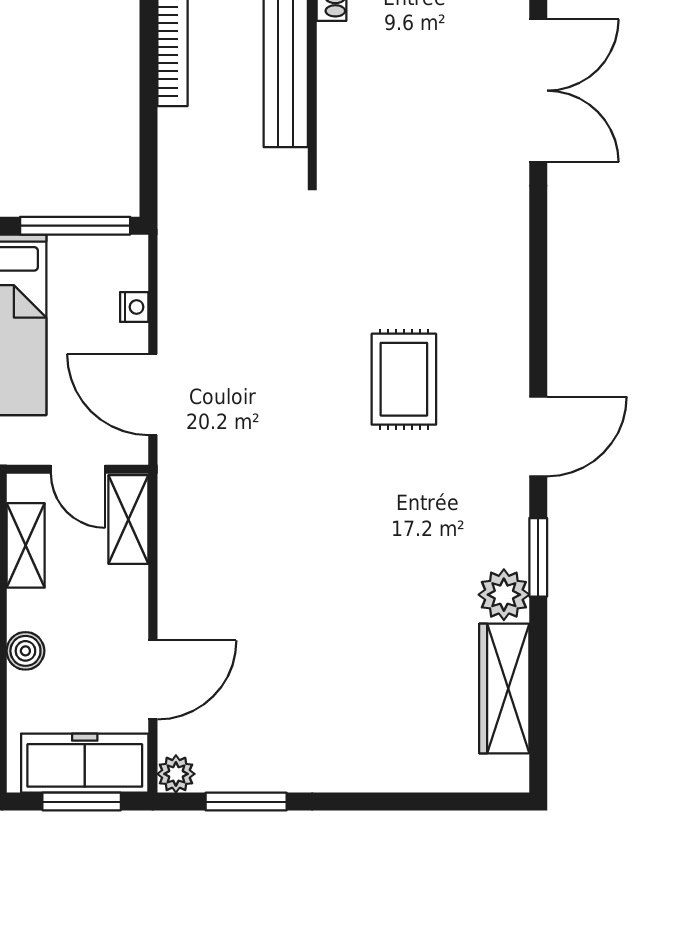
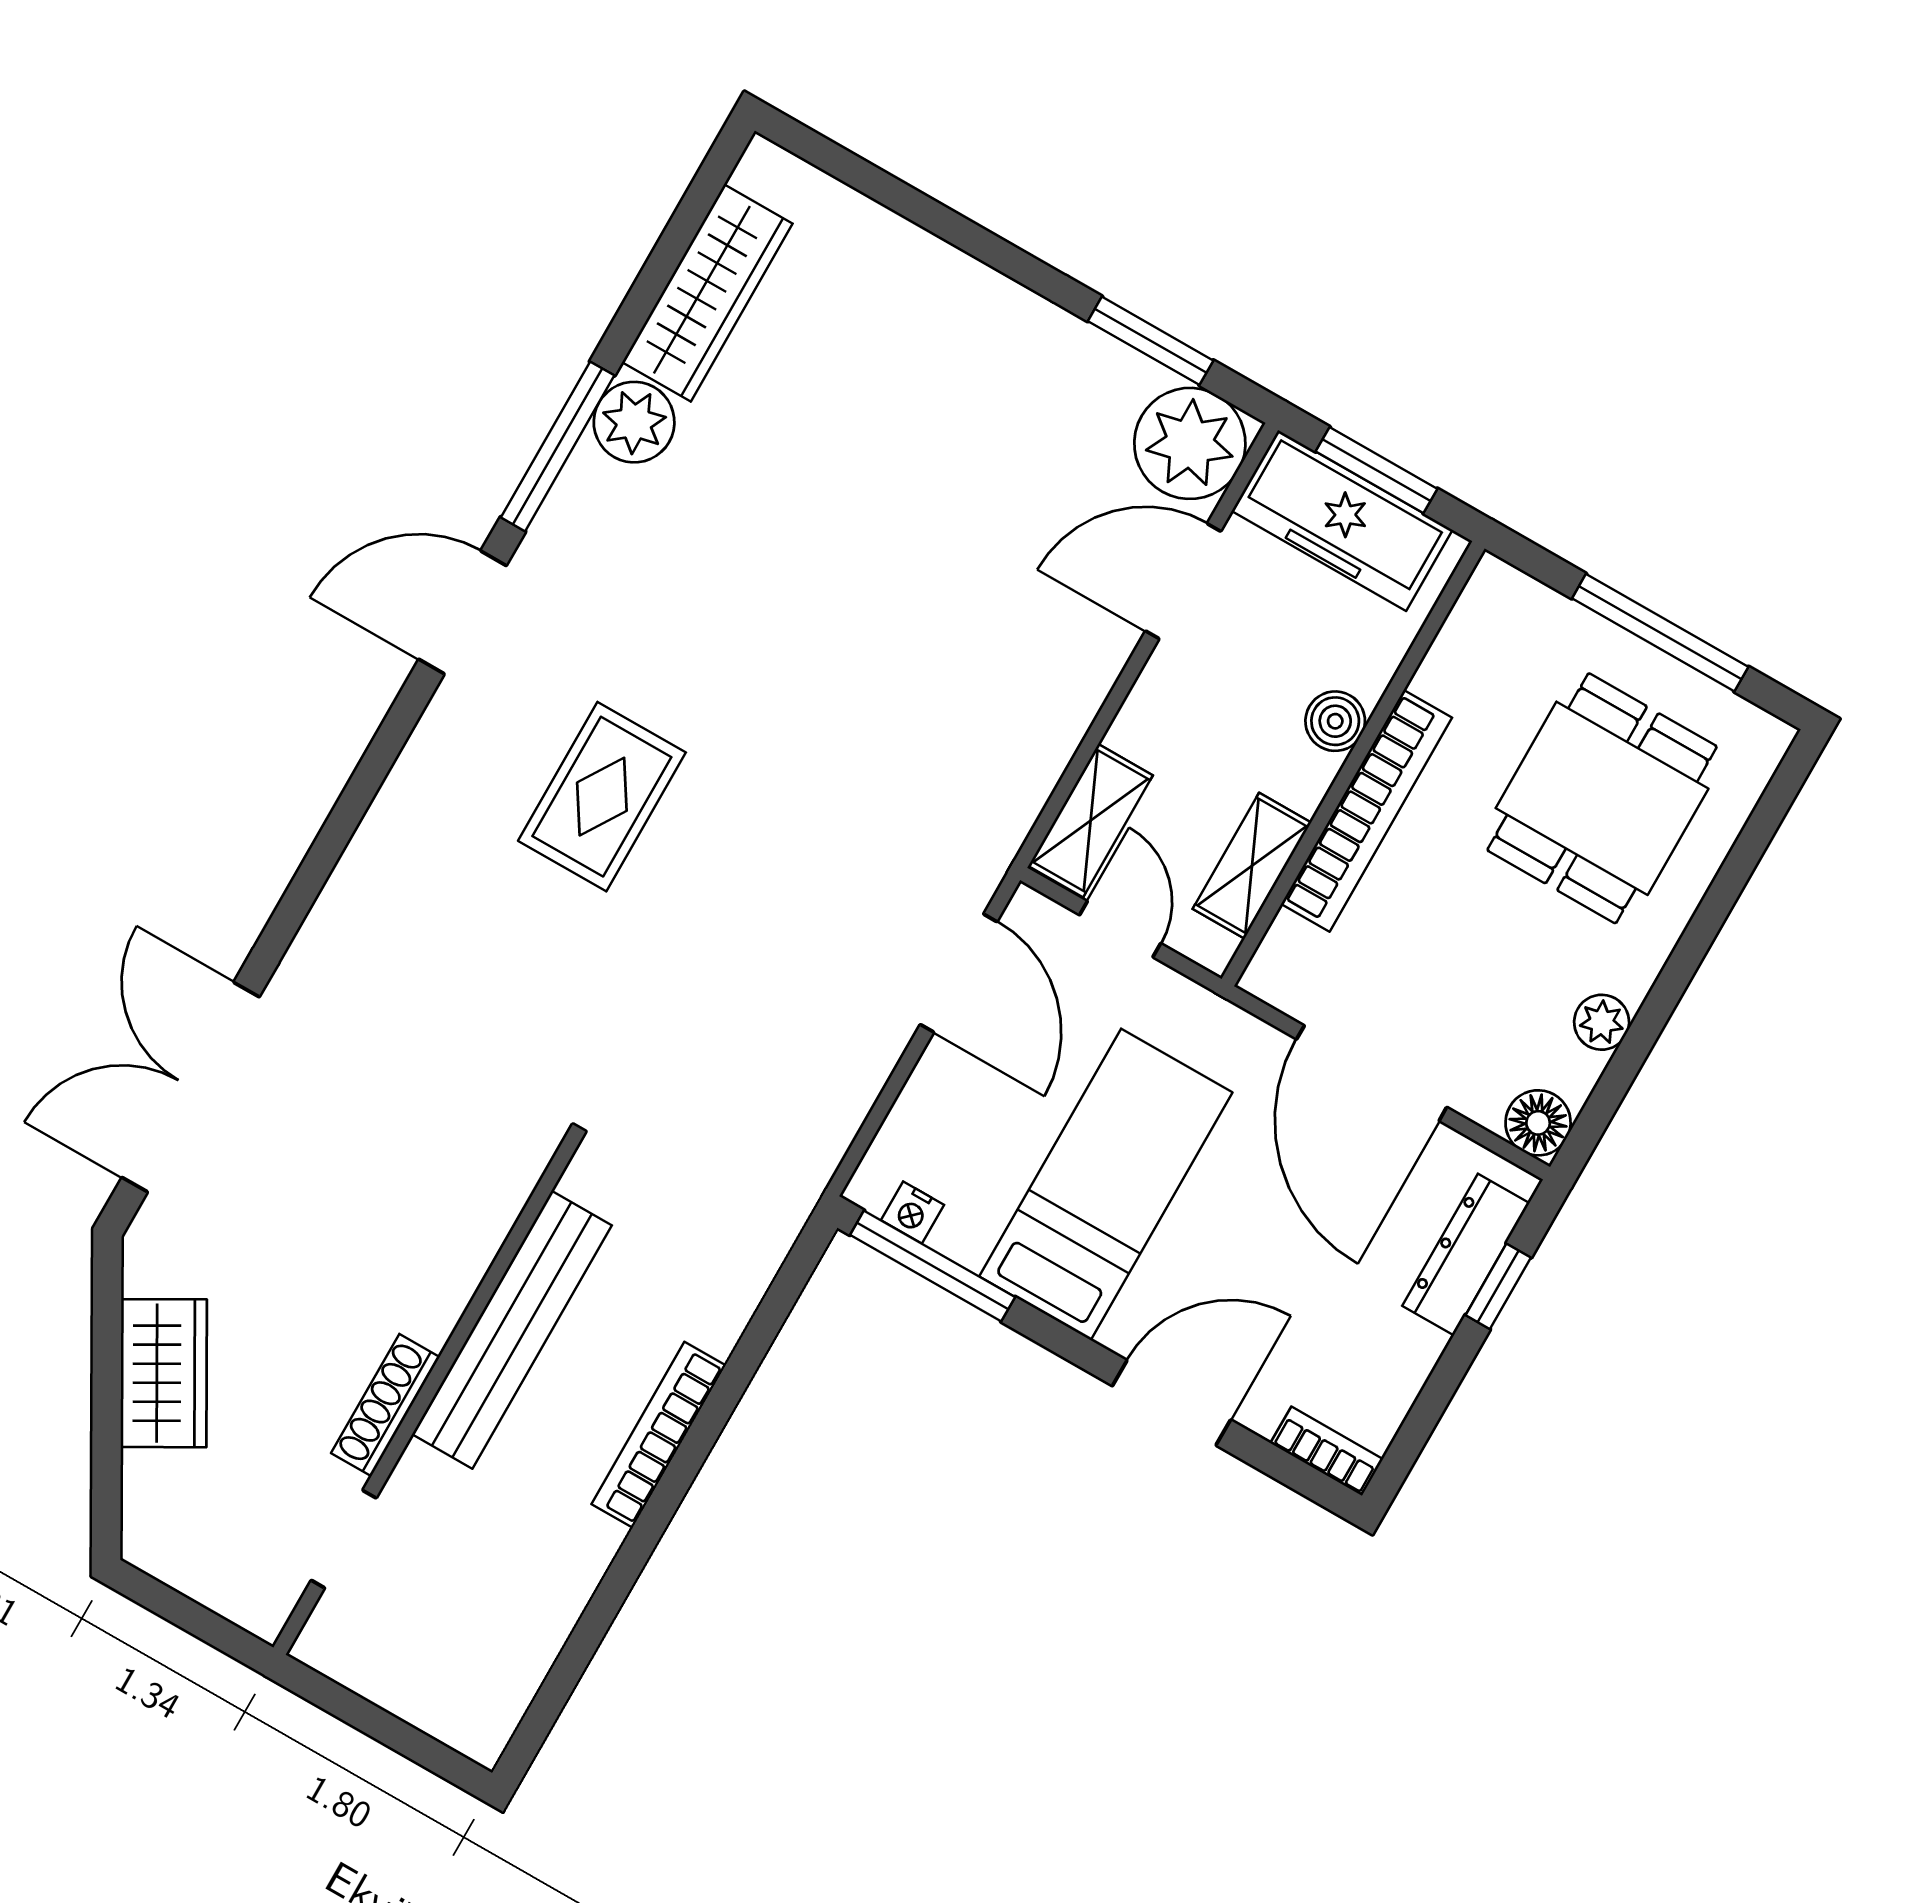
nightstand: (134, 307) -> (912, 1213), moved, turned -90
window: (538, 557) -> (558, 446), width x1.44
plant: (176, 774) -> (1190, 443), width x1.87, depth x1.87

